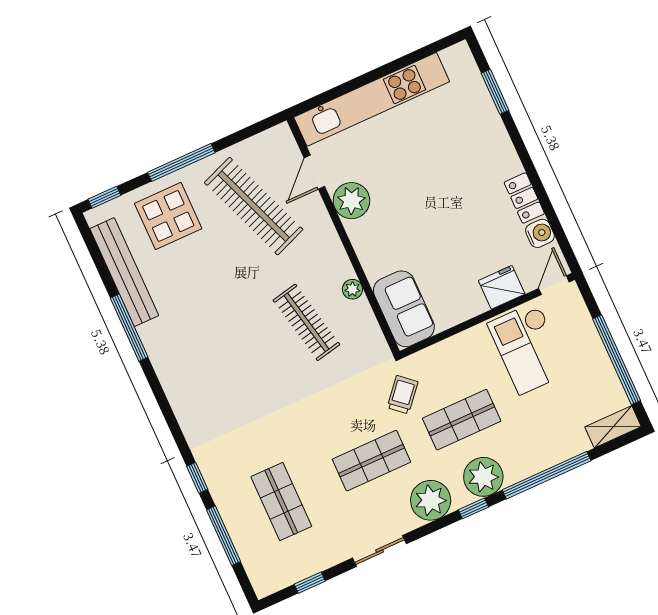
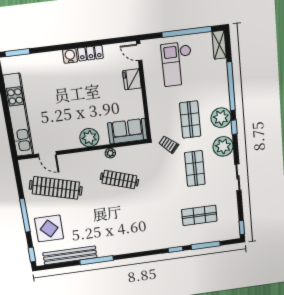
window: (495, 92) -> (17, 53), moved
plant: (351, 201) -> (89, 138), moved
clothes rail: (254, 206) -> (56, 188), turned 36
water cooler: (540, 233) -> (70, 56), moved
clothes rail: (306, 322) -> (119, 180), turned 30
checkout: (528, 348) -> (177, 64), moved, turned 90
window: (310, 583) -> (242, 228), moved

